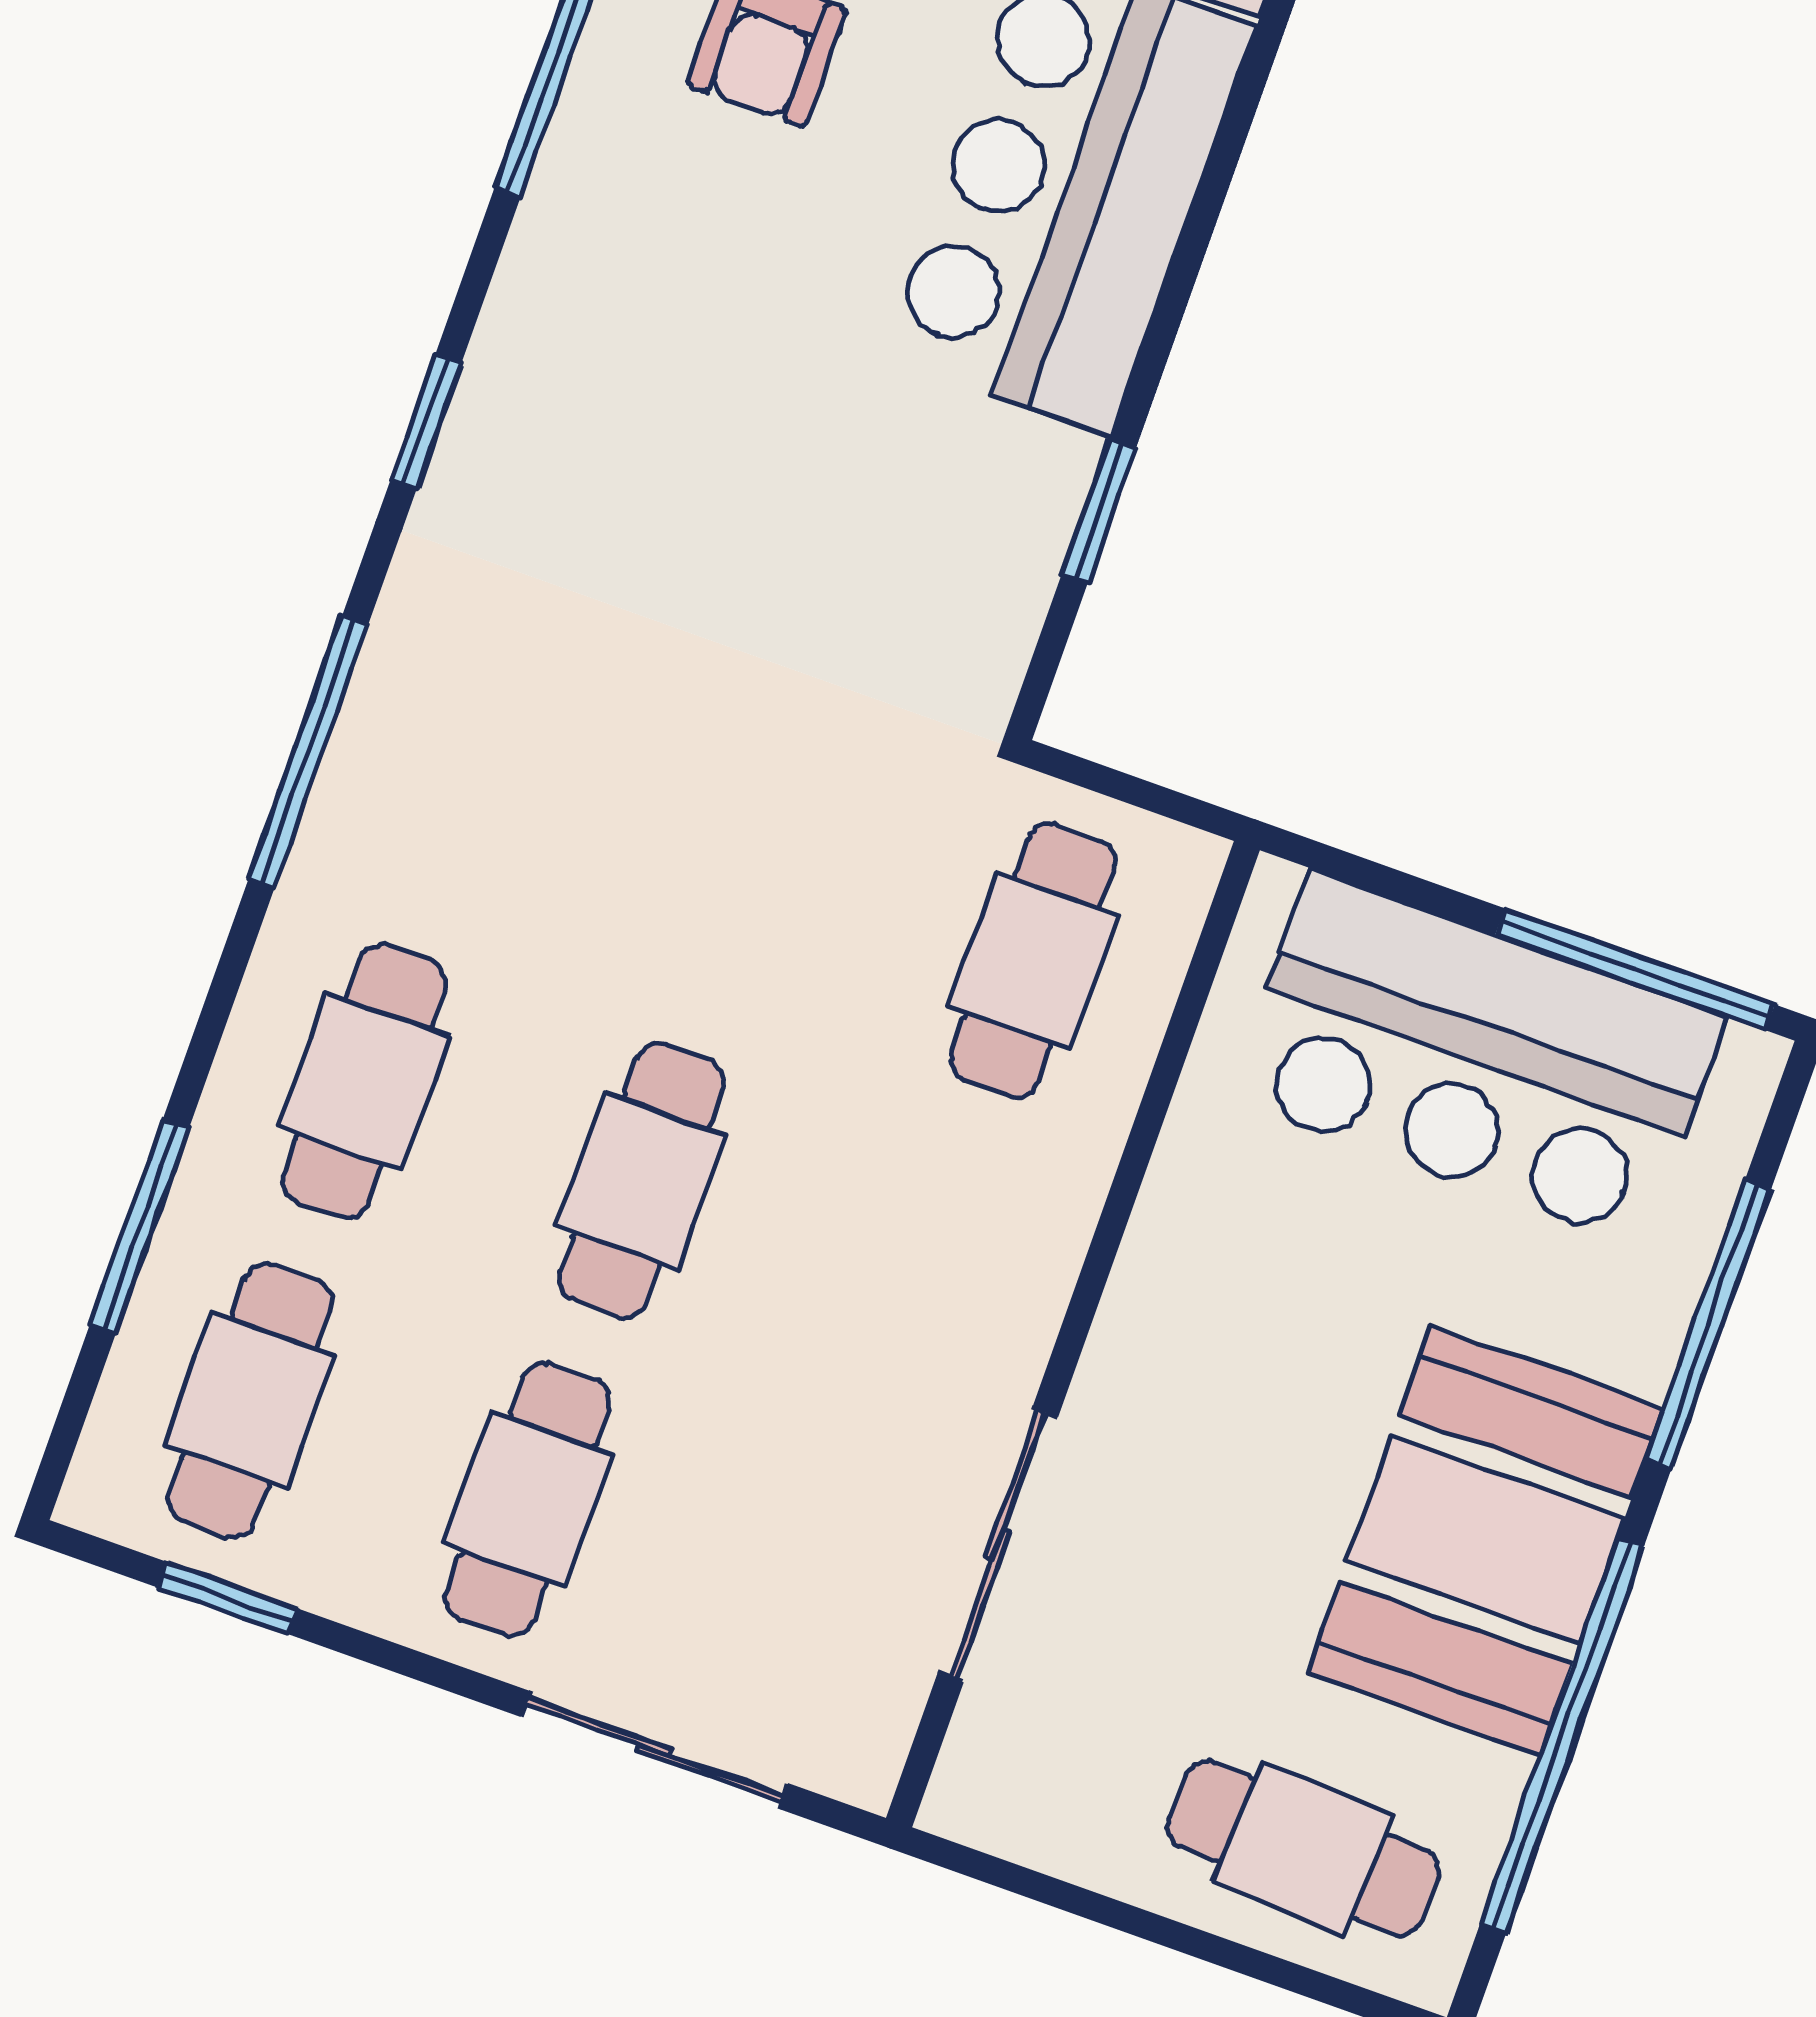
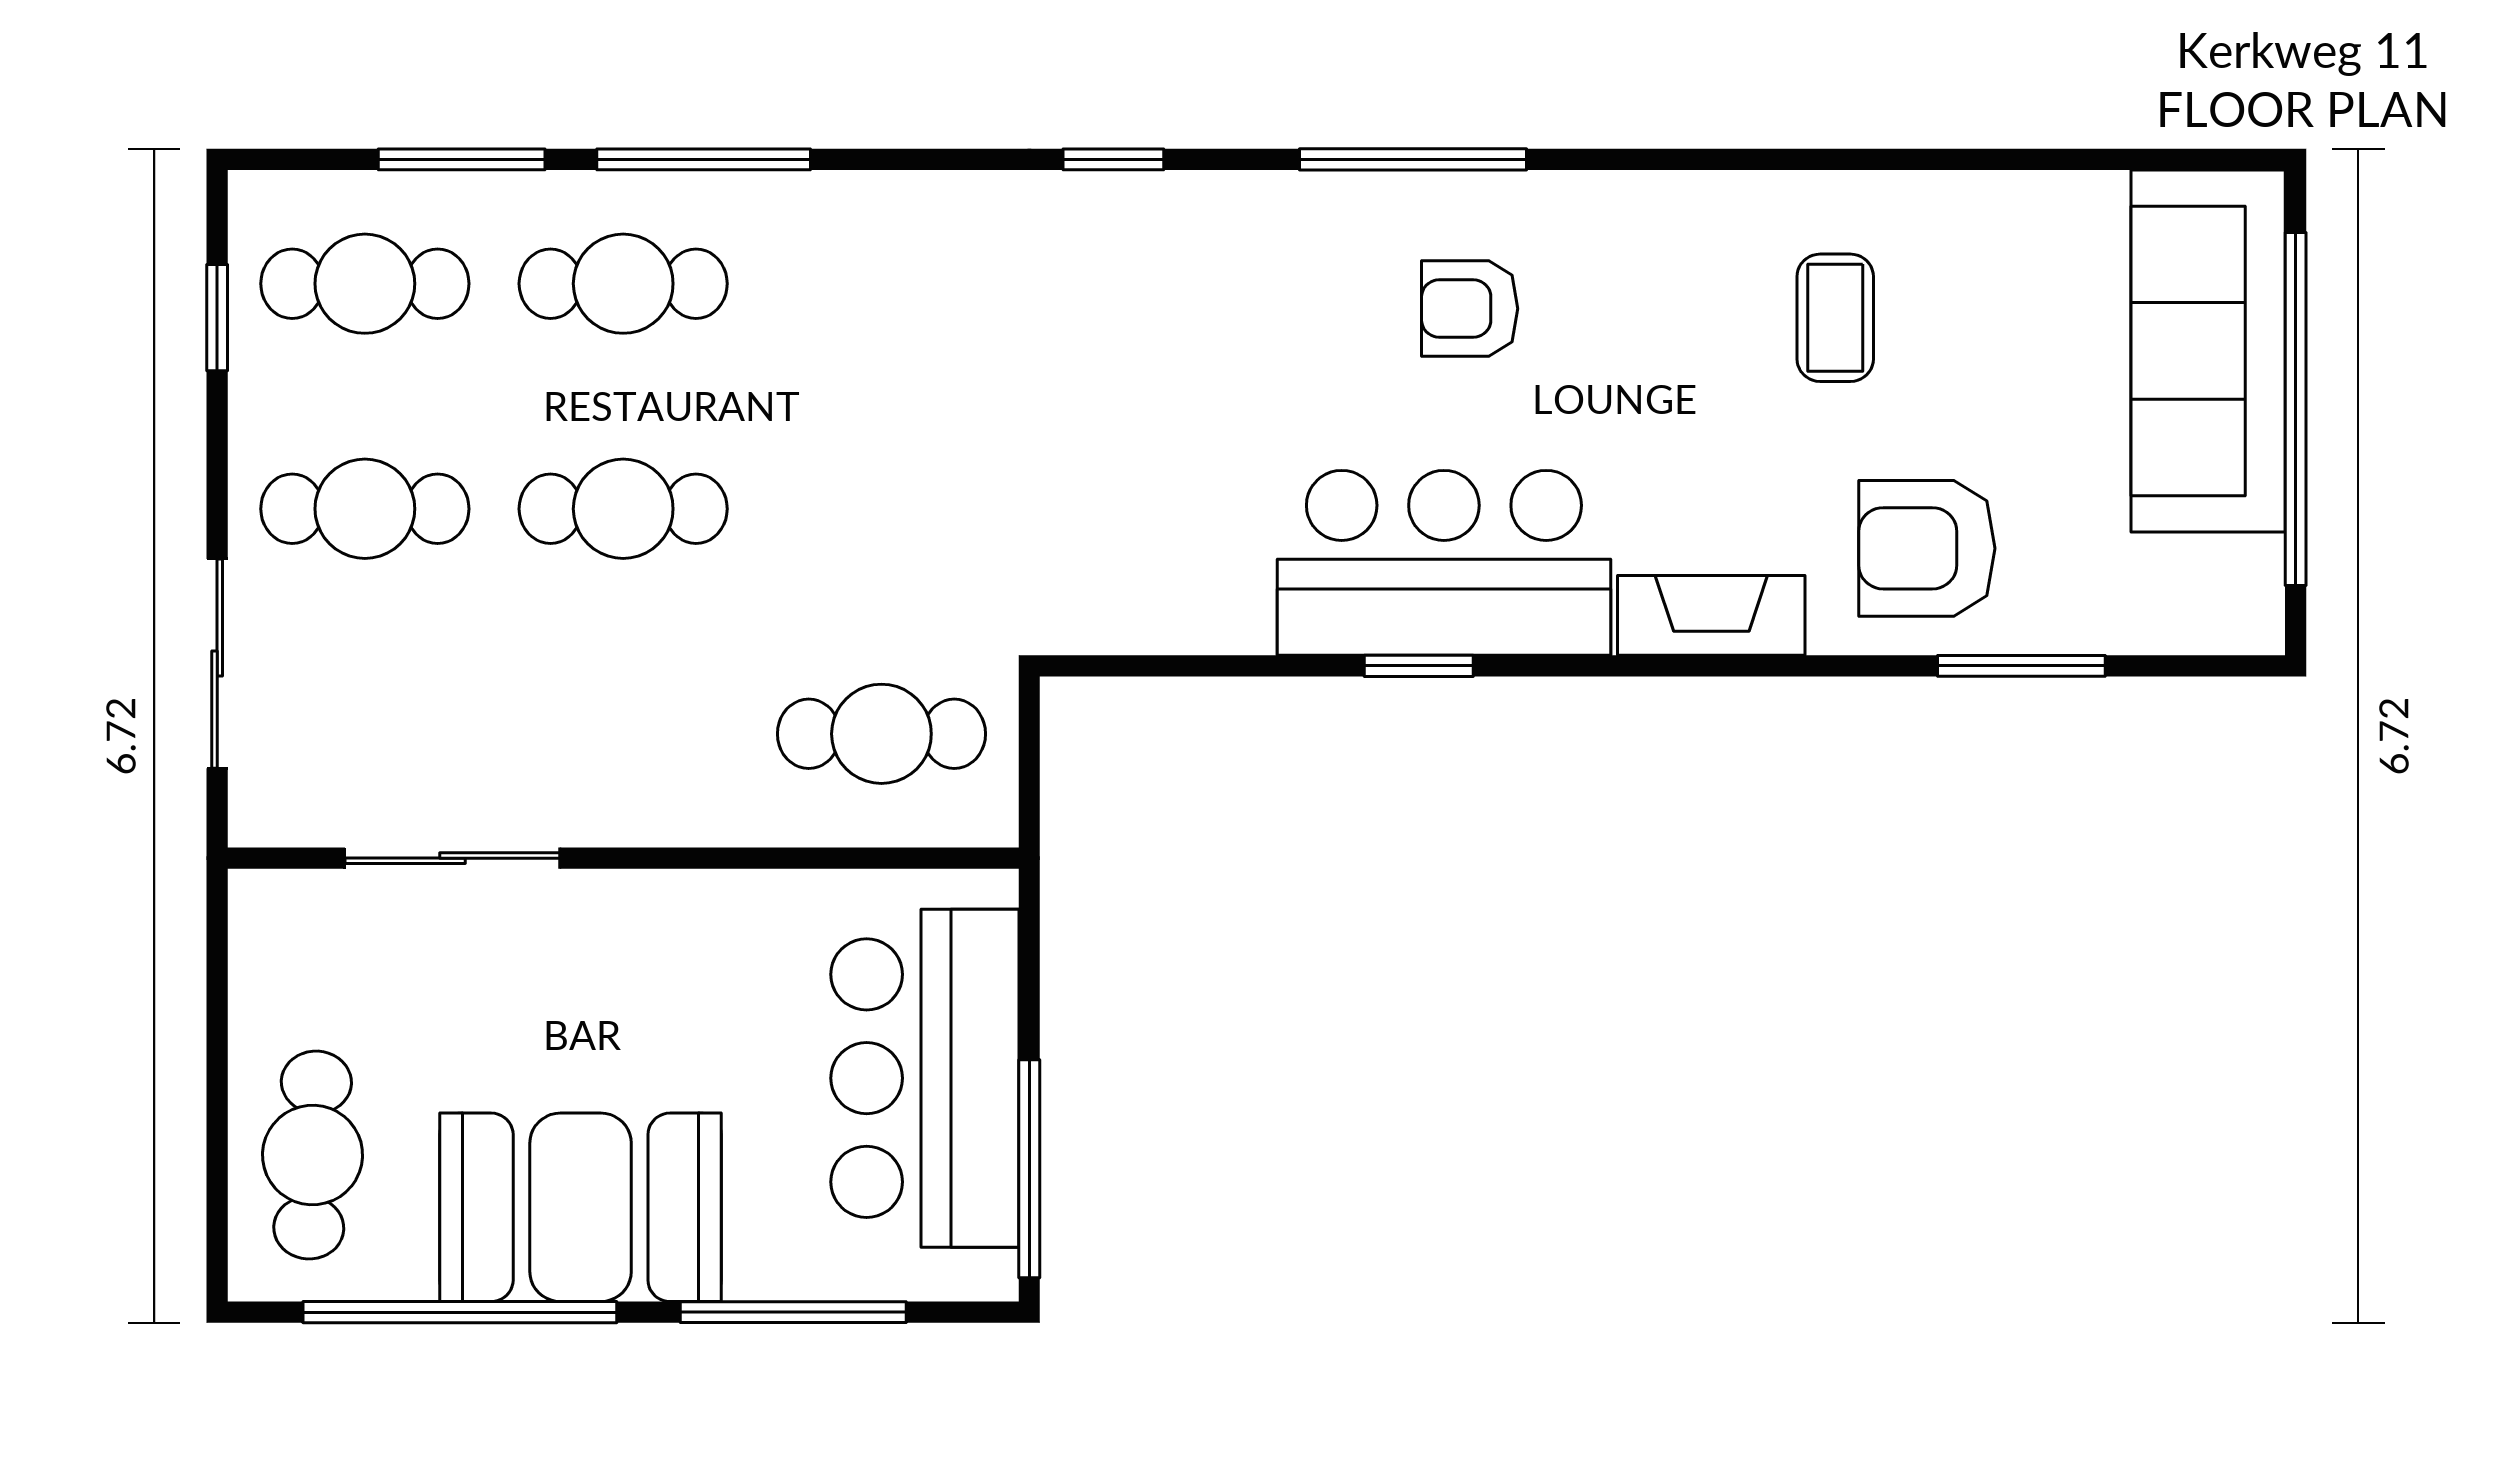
window: (1099, 511) -> (1419, 666), moved
window: (309, 751) -> (704, 159), moved

